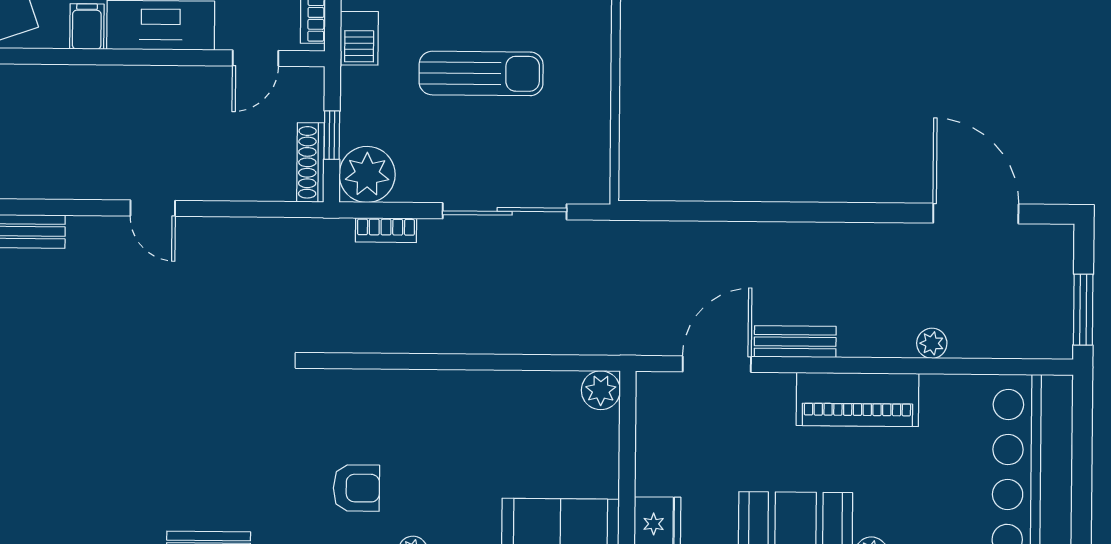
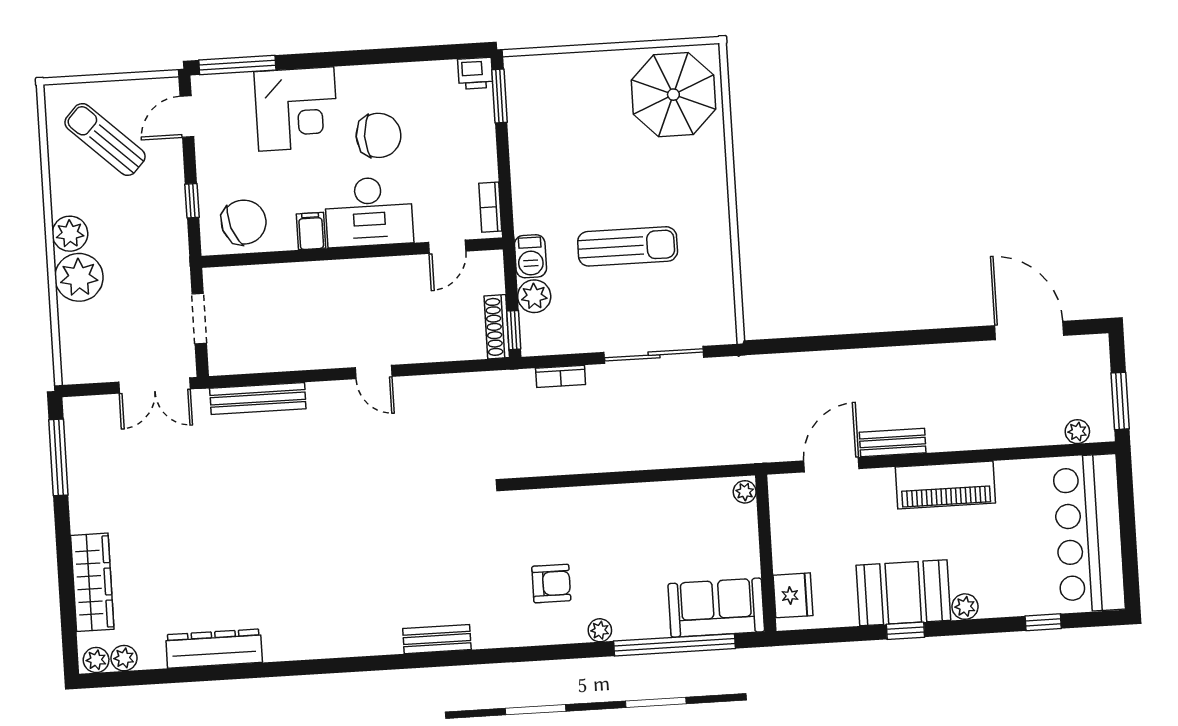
barbecue: (359, 38) -> (530, 256), moved
window: (332, 135) -> (514, 330), moved
plant: (367, 174) -> (534, 296), moved, width x0.73, depth x0.73
plant: (932, 343) -> (1077, 432), moved
plant: (601, 390) -> (745, 492), width x0.73, depth x0.73

